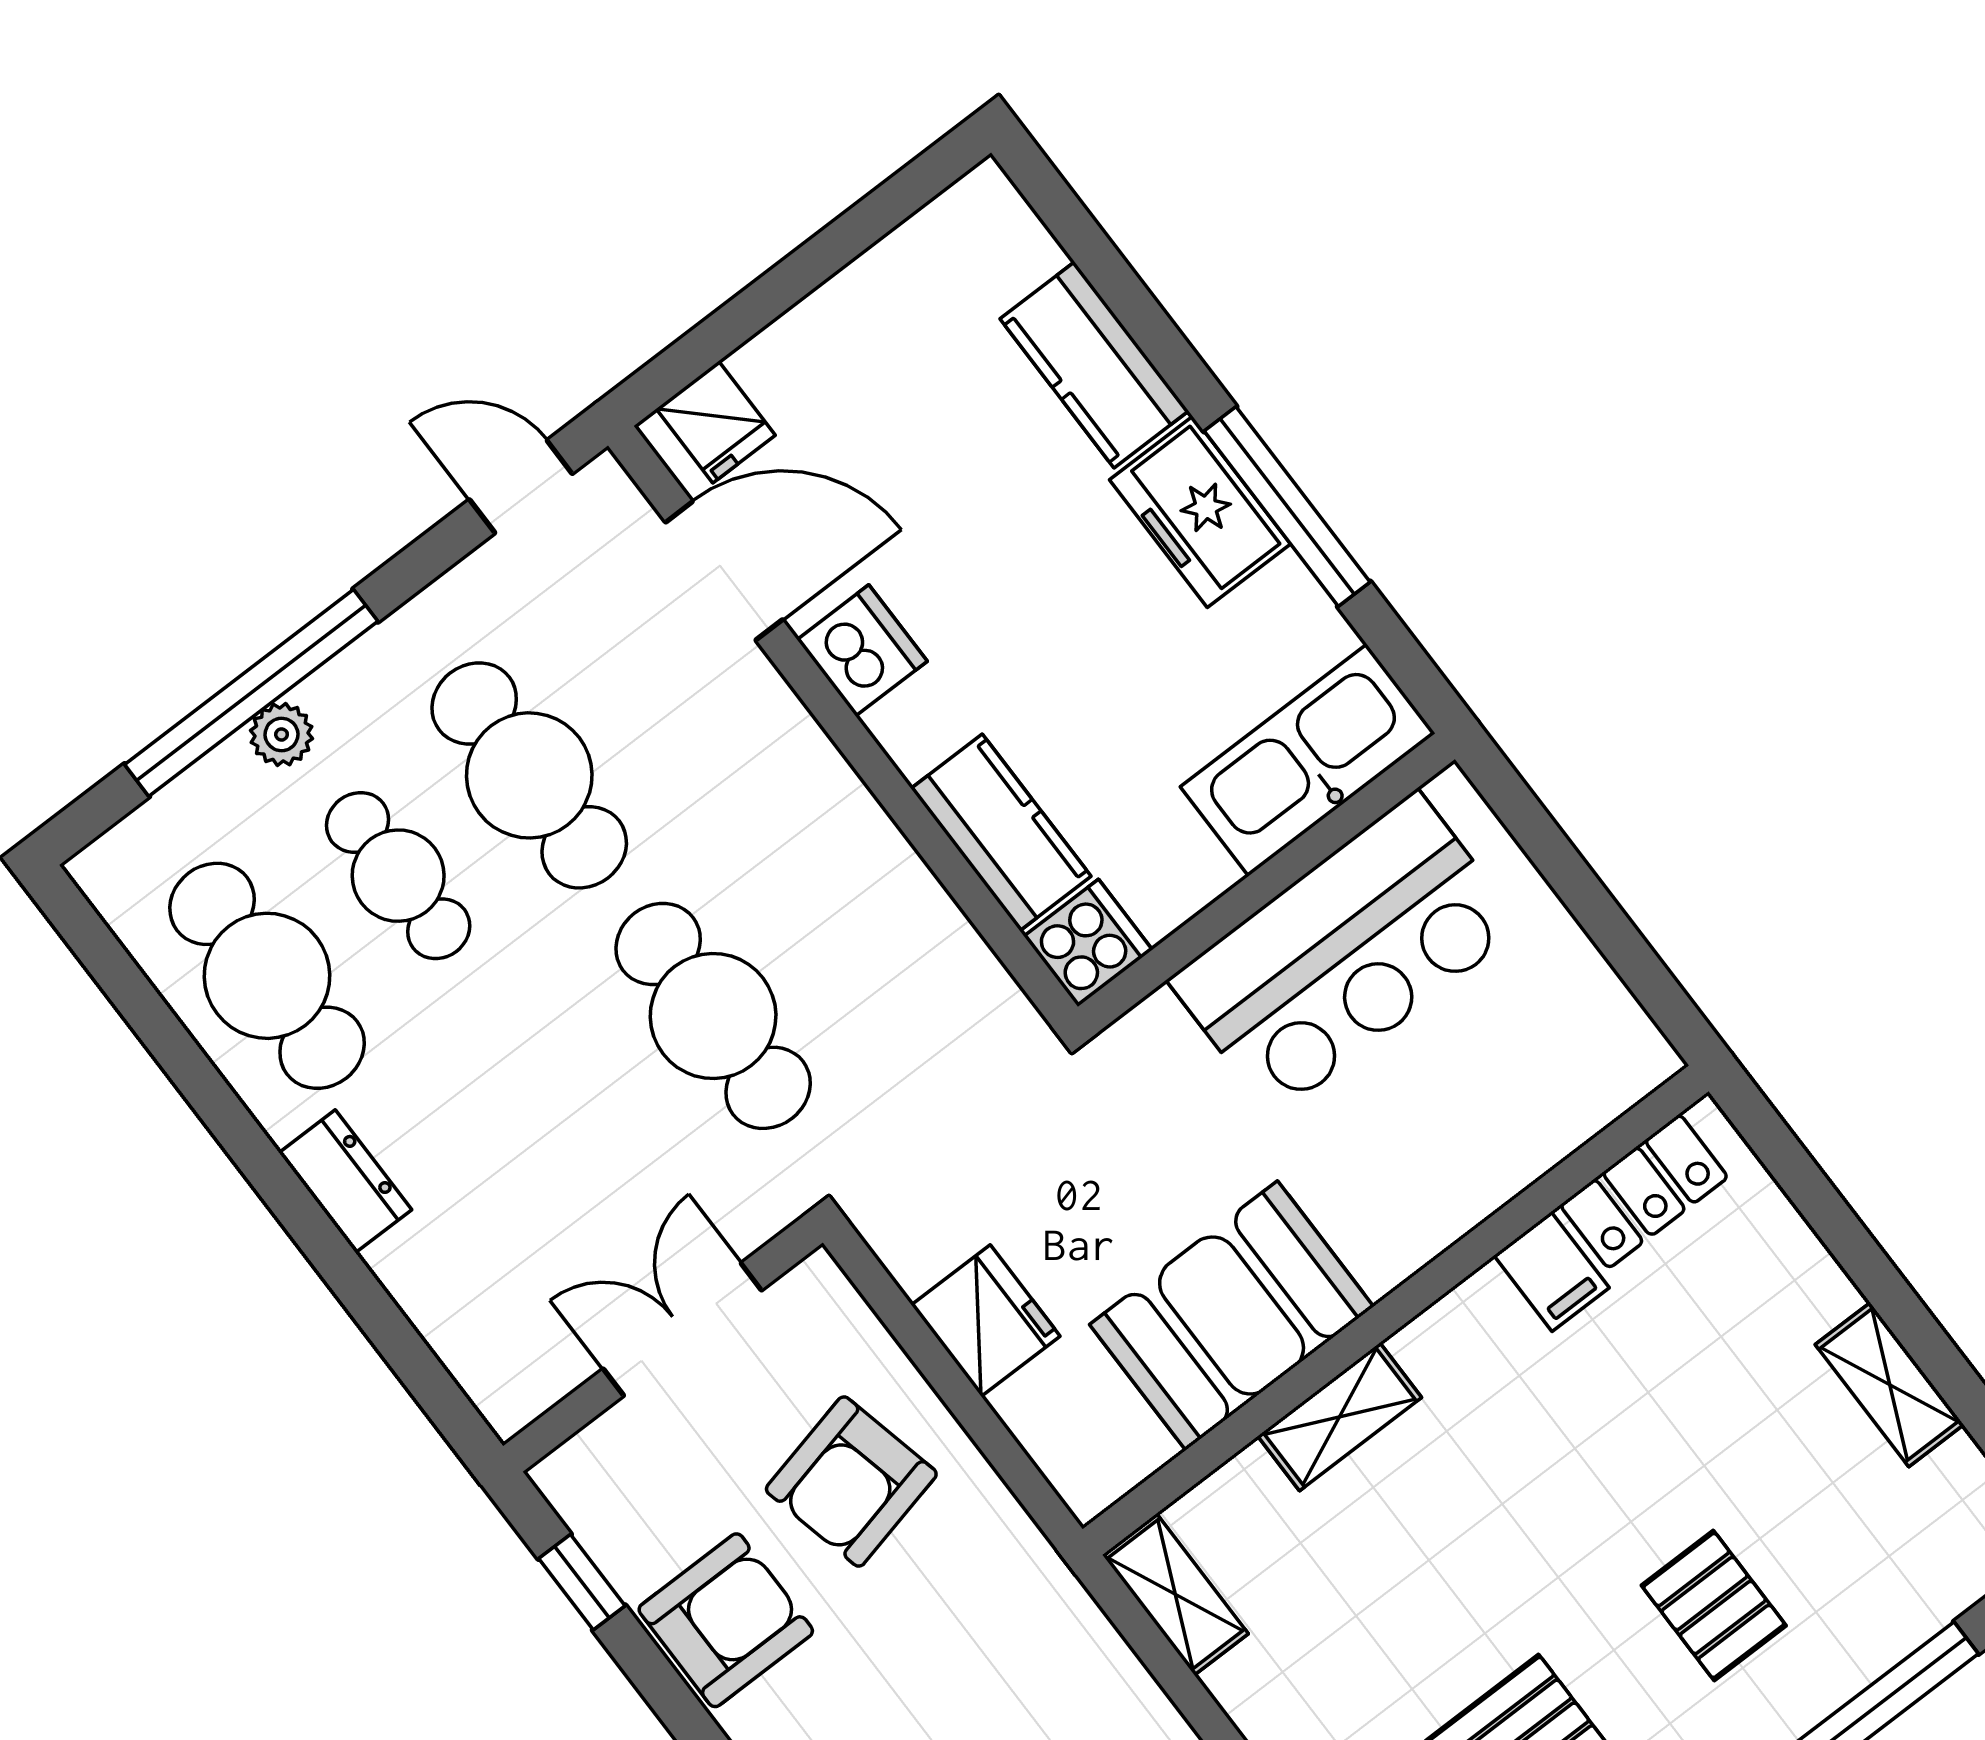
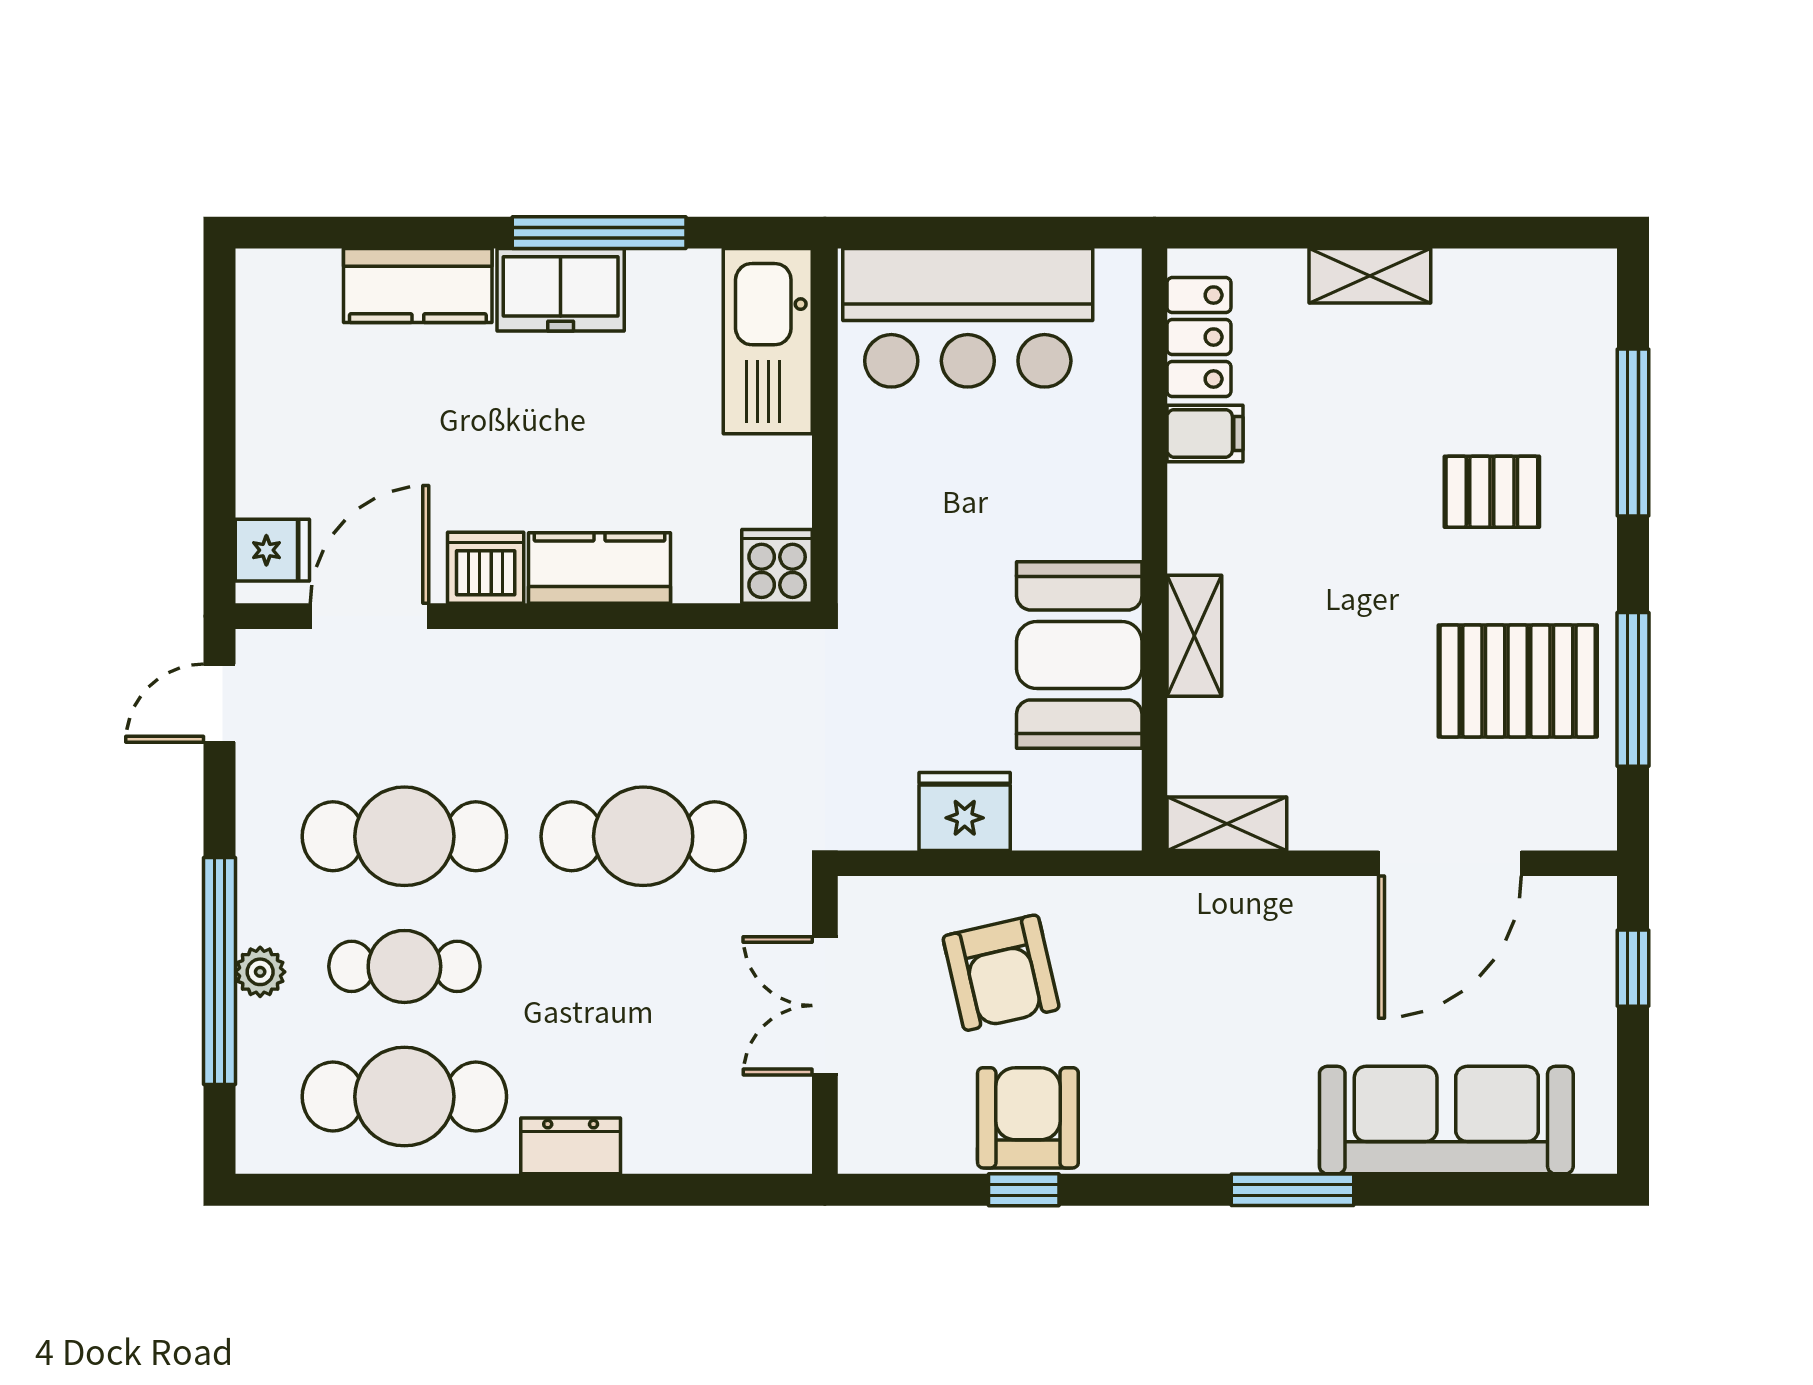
kitchen counter: (1001, 832) -> (599, 568), moved
bar counter: (1345, 954) -> (968, 318), moved, turned 90
shelving: (1890, 1385) -> (1370, 276), moved
window: (582, 1582) -> (1024, 1190), moved

